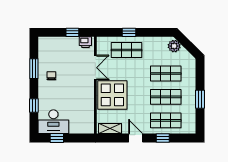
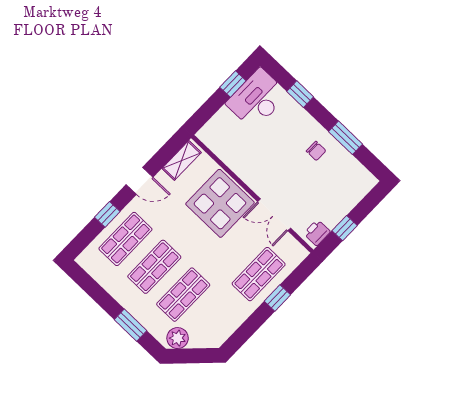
plant: (174, 46) -> (178, 338), moved
window: (200, 99) -> (131, 325), moved

